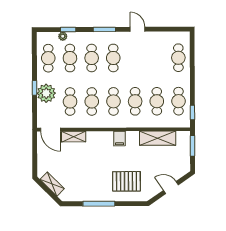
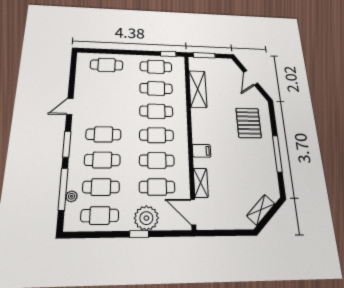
window: (68, 30) -> (63, 189), width x2.17
door: (51, 130) -> (193, 212), swing flipped
filing cabinet: (119, 139) -> (201, 151), moved

